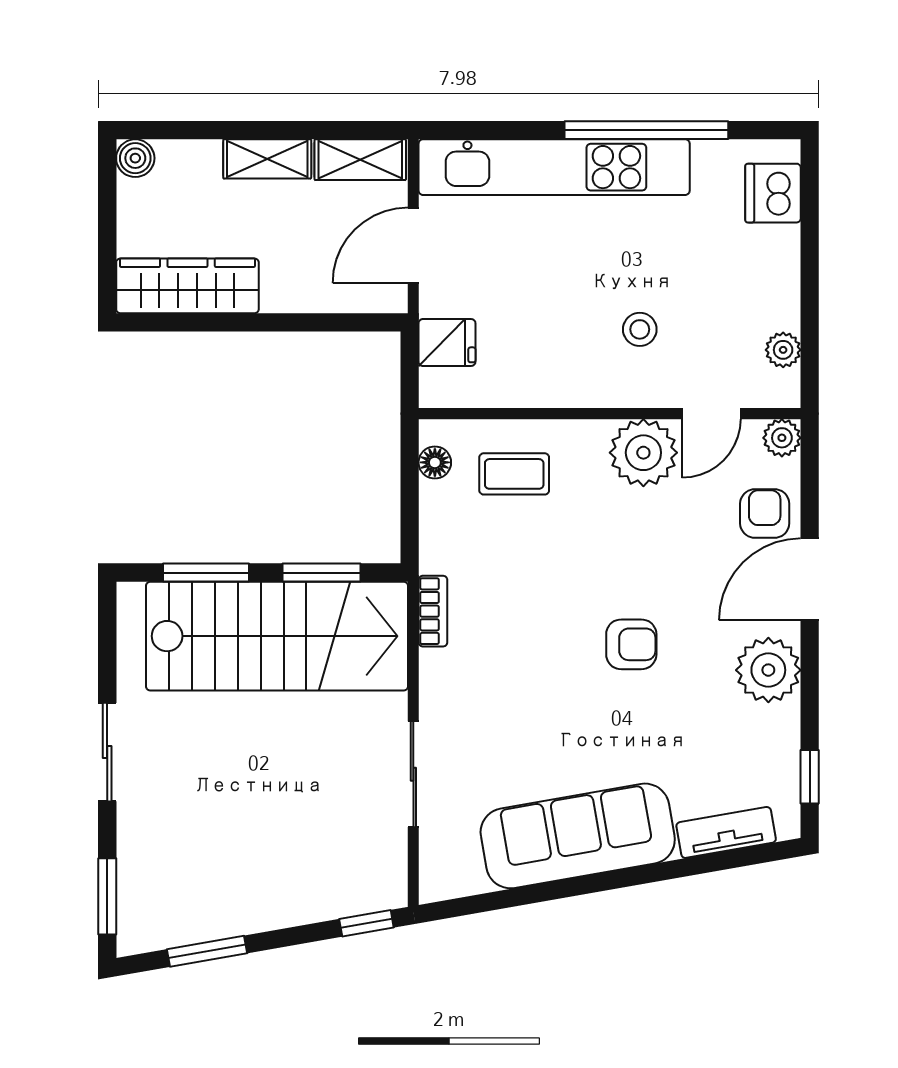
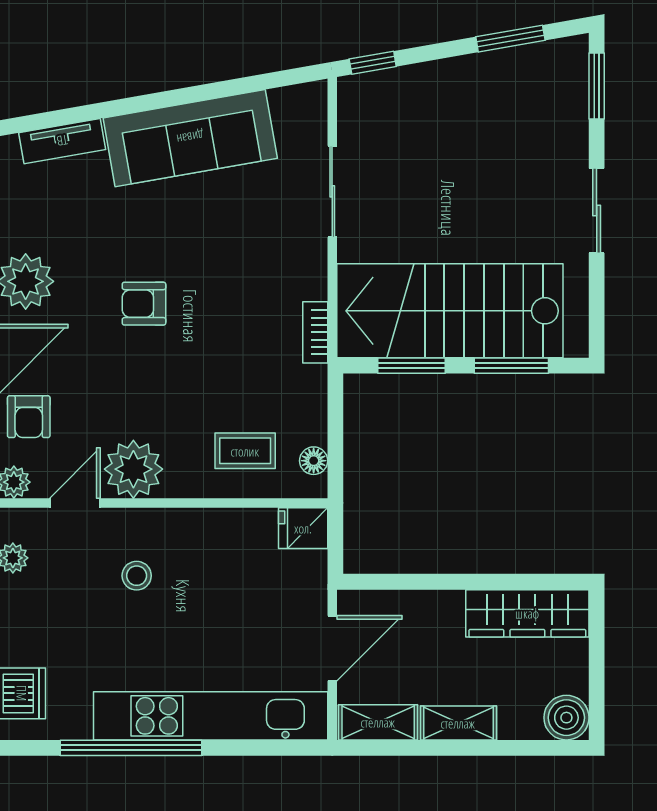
boiler: (135, 158) -> (566, 718), width x1.36, depth x1.36
fridge: (447, 342) -> (303, 528), moved

